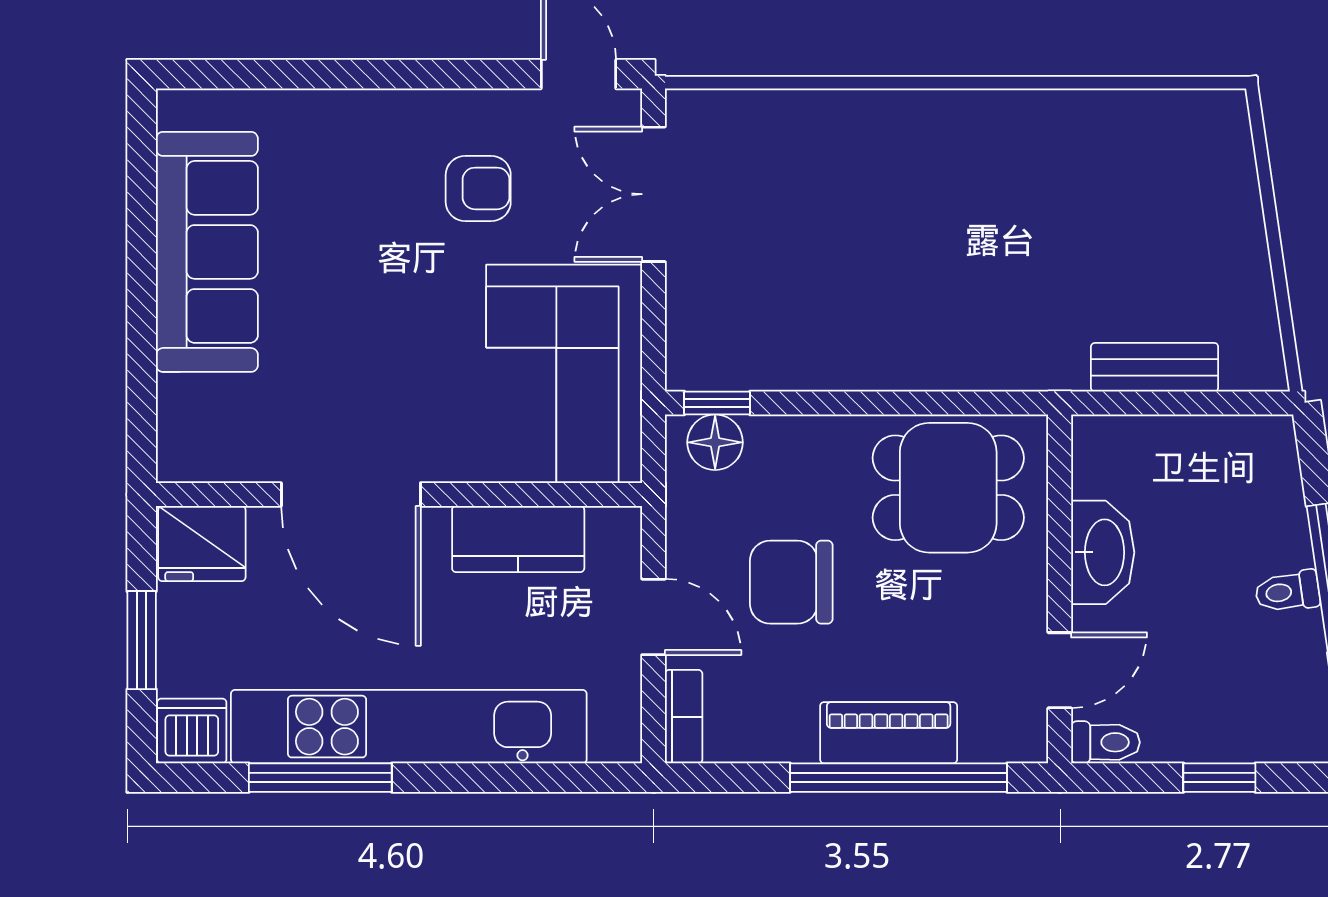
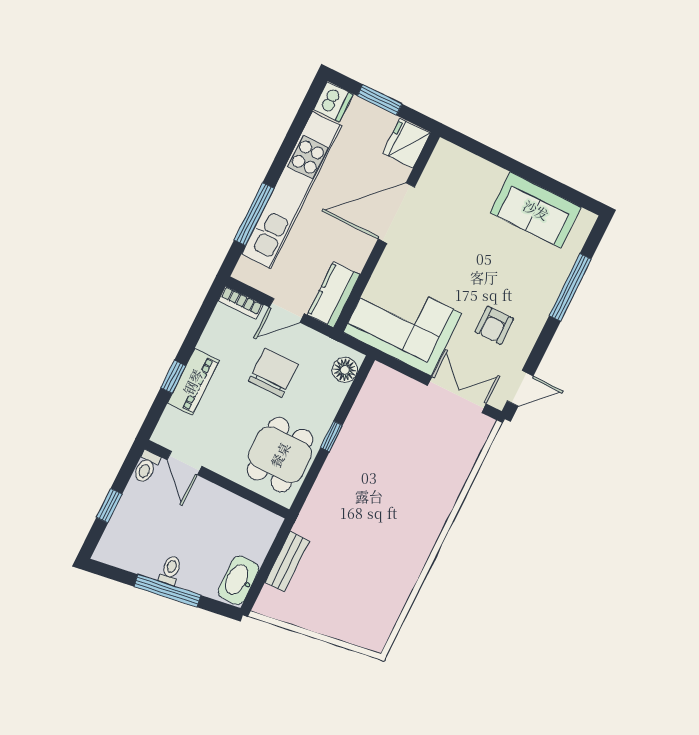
window: (327, 74) -> (570, 287), added
sofa: (207, 252) -> (536, 210), width x0.73
window: (717, 403) -> (331, 436), moved
kitchen counter: (518, 539) -> (334, 295), moved
washbasin: (1103, 552) -> (238, 580), moved, turned 90
window: (320, 778) -> (254, 214), moved
window: (899, 778) -> (173, 377), width x0.32

